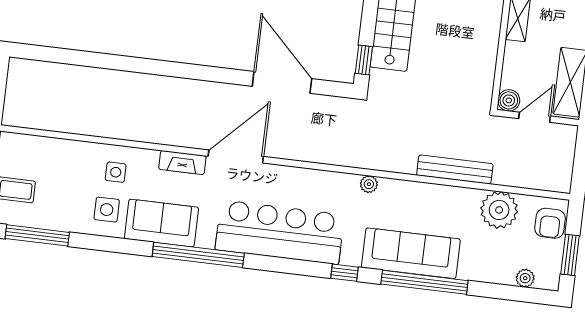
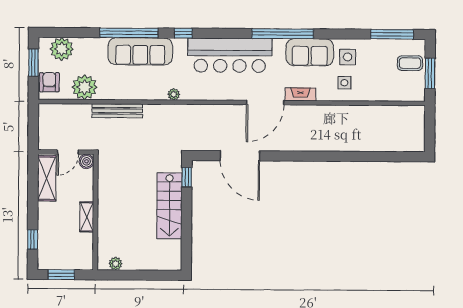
plant: (525, 278) -> (62, 49), width x1.87, depth x1.87

